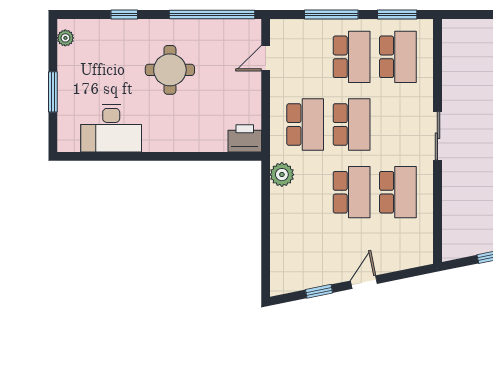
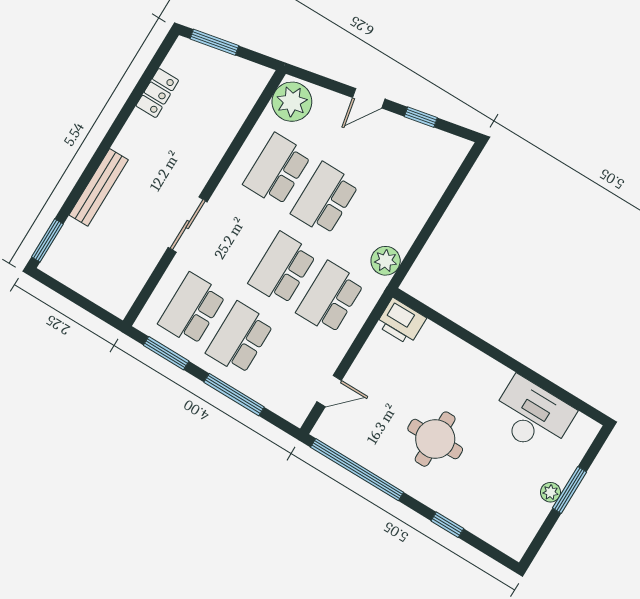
plant: (65, 38) -> (550, 492), moved
sliding door: (437, 136) -> (188, 225), moved
plant: (417, 247) -> (292, 102), added

